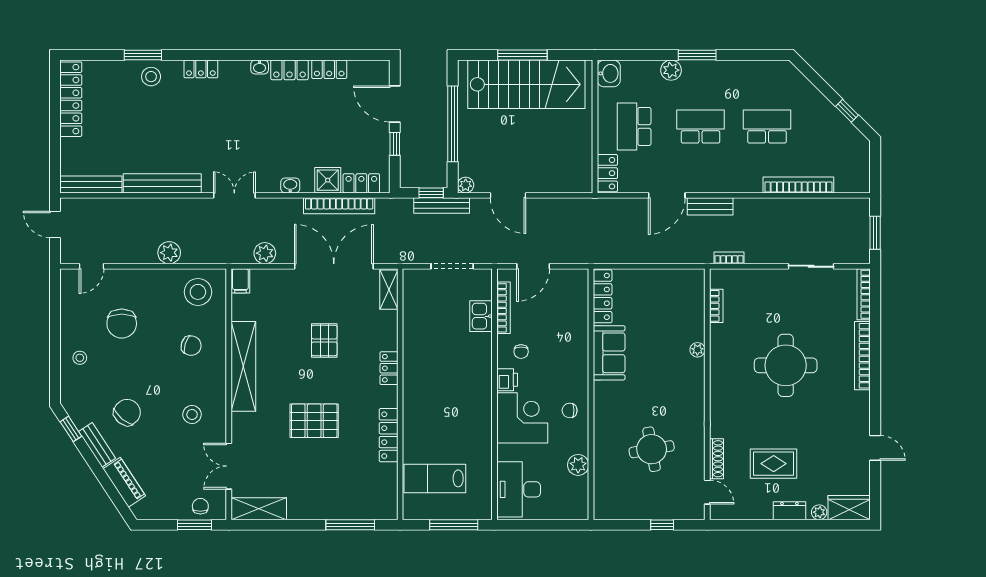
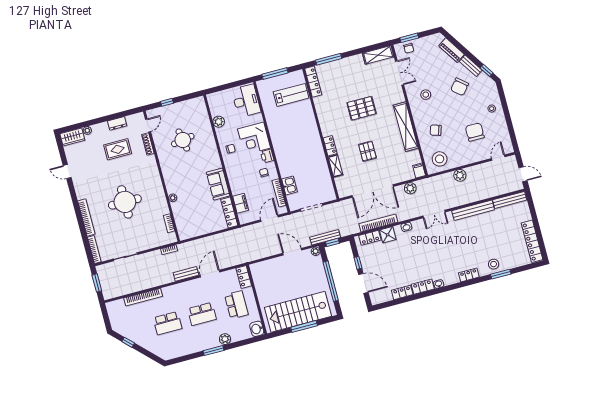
shelving: (389, 290) -> (335, 166), moved
filing cabinet: (578, 307) -> (241, 203), added
locker: (389, 435) -> (313, 82), moved
door: (707, 492) -> (148, 125), swing flipped
dresser: (789, 511) -> (117, 123), moved

